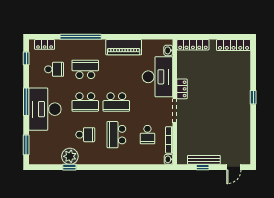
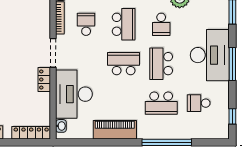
locker: (45, 44) -> (210, 133), removed
school desk: (85, 102) -> (161, 64), turned -90
school desk: (85, 135) -> (161, 24), turned -90

